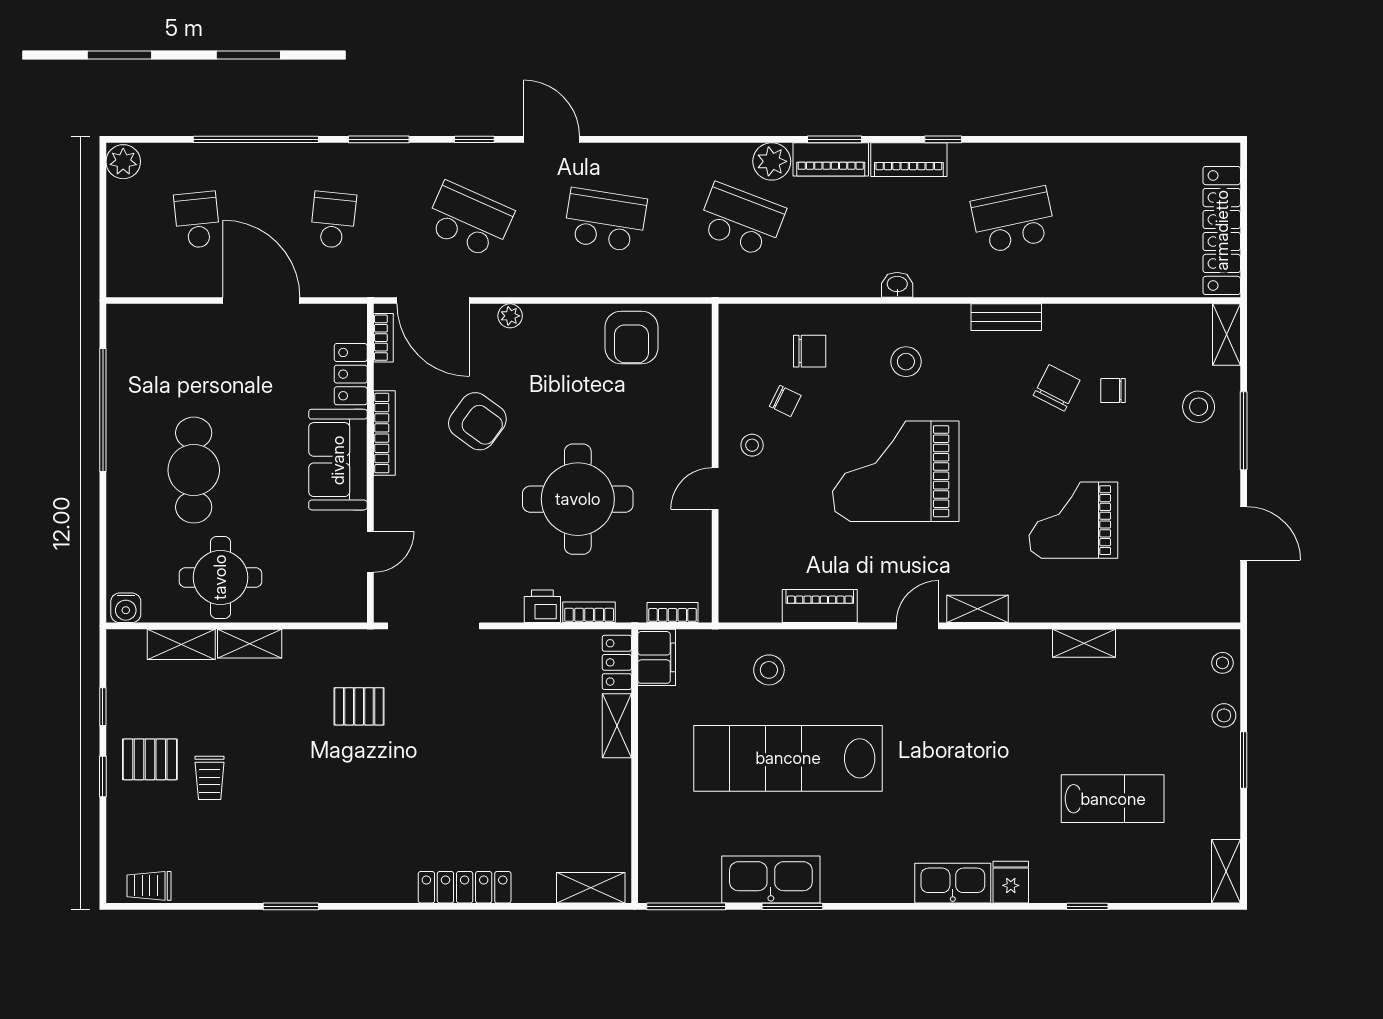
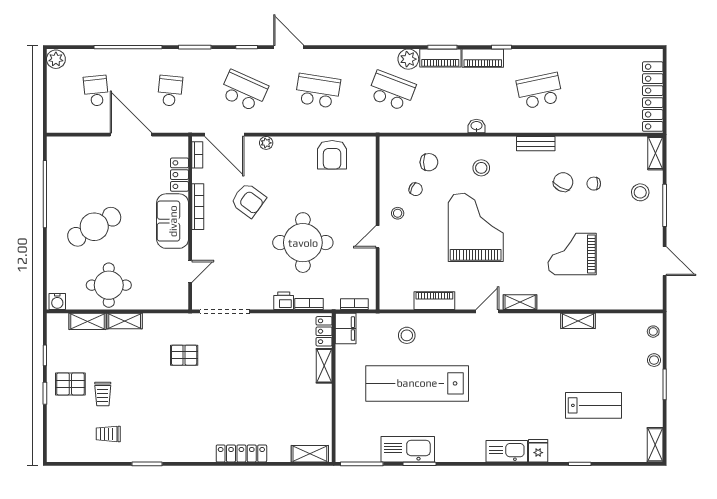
cafe table: (194, 470) -> (94, 227), turned 60
grand piano: (896, 471) -> (476, 227), turned 90
trolley: (149, 886) -> (108, 434), moved

